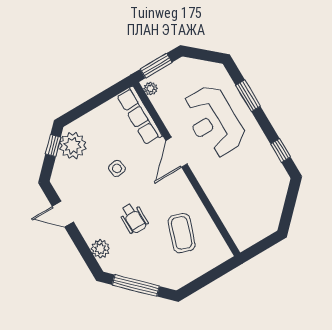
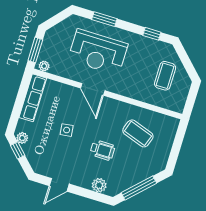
row of seats: (140, 116) -> (33, 98), moved, turned -90
plant: (73, 146) -> (22, 138), width x0.53, depth x0.53
coffee table: (257, 202) -> (165, 76), added

